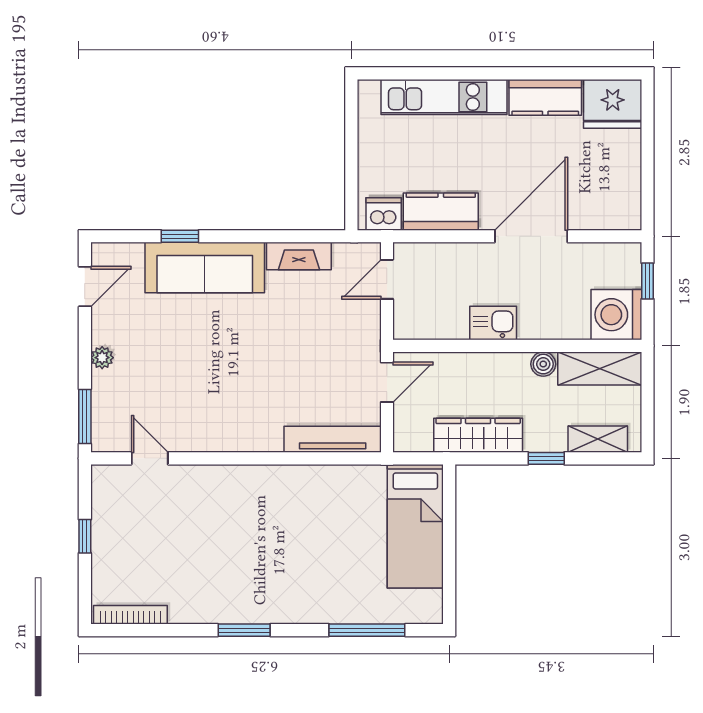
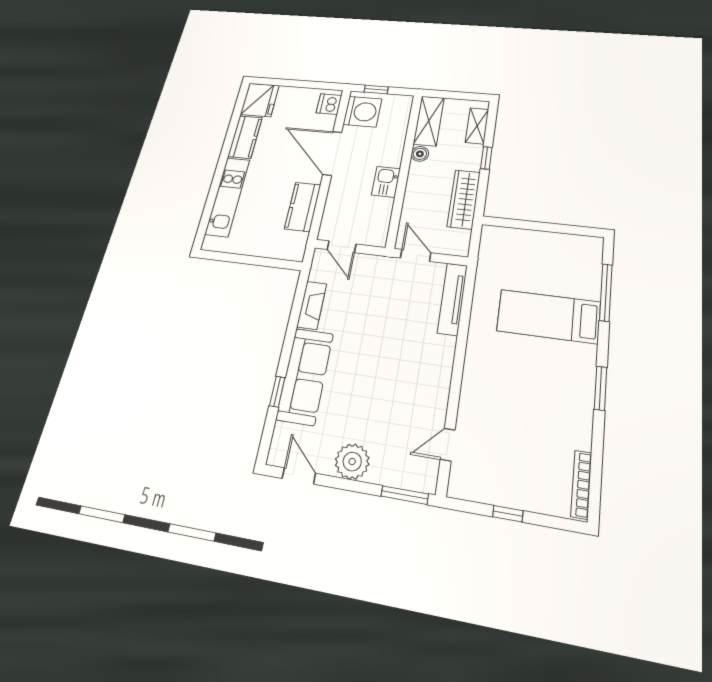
dishwasher: (384, 214) -> (329, 104), moved
washing machine: (616, 315) -> (362, 112), moved, turned -90
plant: (102, 358) -> (352, 462), width x1.88, depth x1.88
bed: (415, 526) -> (549, 316), moved, turned 180

